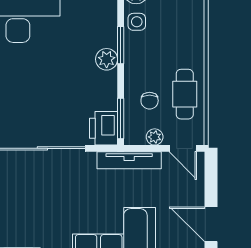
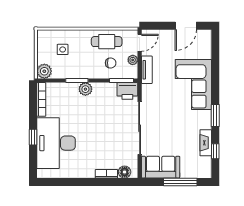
side table: (137, 22) -> (63, 49), moved
tv unit: (129, 160) -> (147, 70), width x0.71

